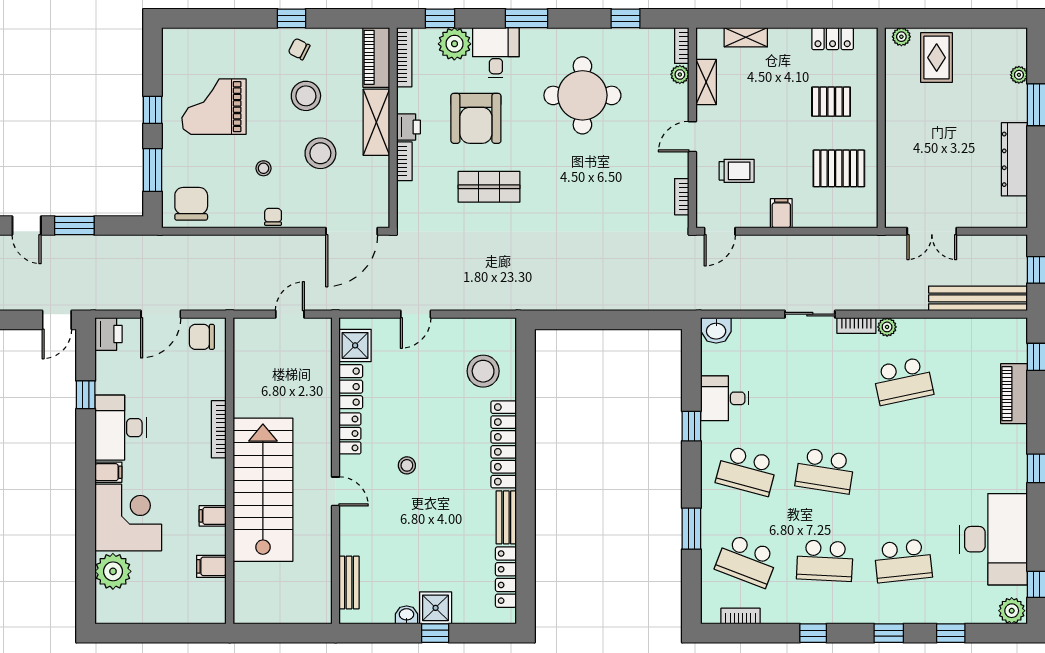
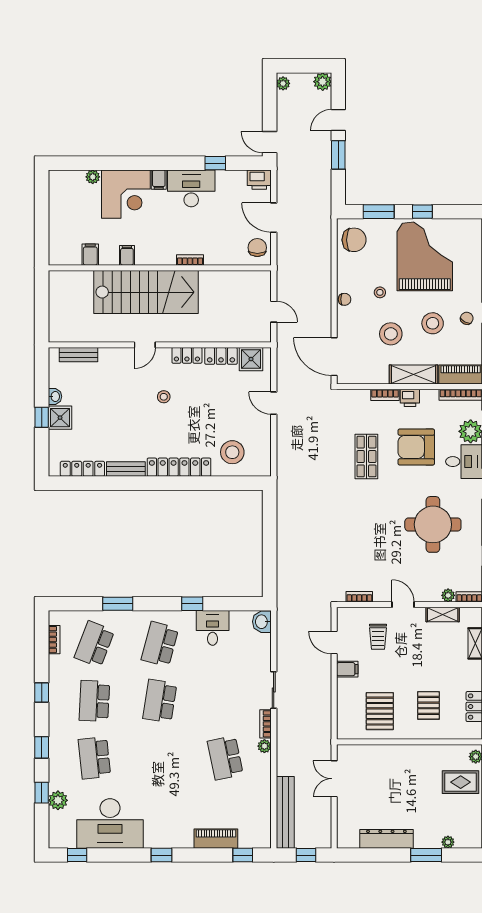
grand piano: (214, 107) -> (425, 256), width x1.37, depth x1.48
door: (720, 231) -> (334, 643), moved
bookcase: (219, 429) -> (190, 260), width x0.64
plant: (113, 571) -> (93, 177), width x0.53, depth x0.53
plant: (1012, 611) -> (58, 800), moved

